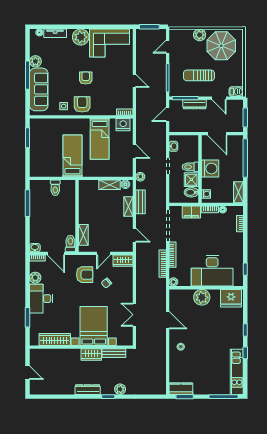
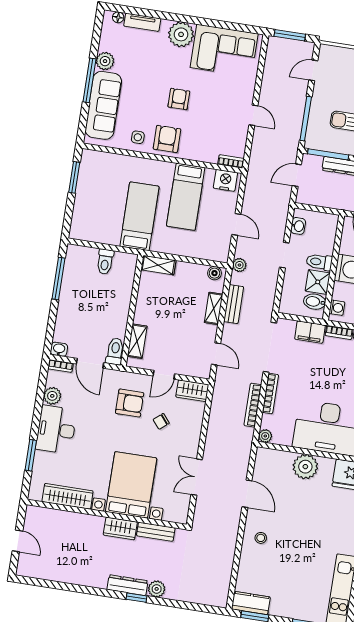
shelving: (110, 185) -> (158, 265), moved
dresser: (88, 390) -> (127, 585), moved

